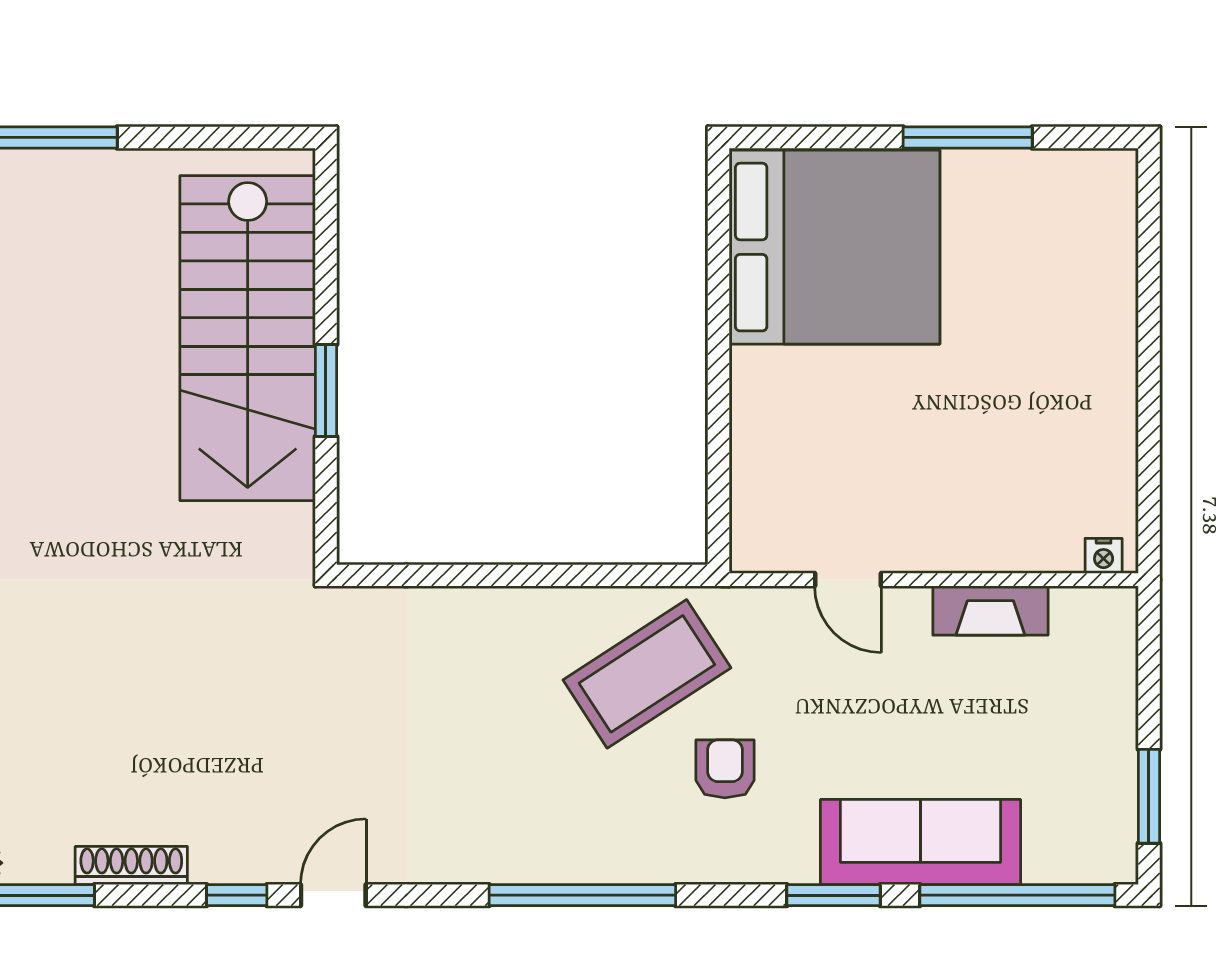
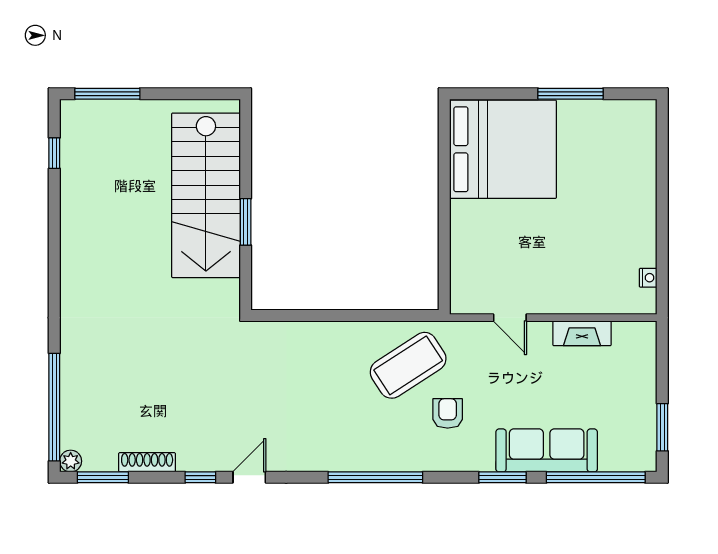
nightstand: (1104, 556) -> (648, 278), moved, turned -90

